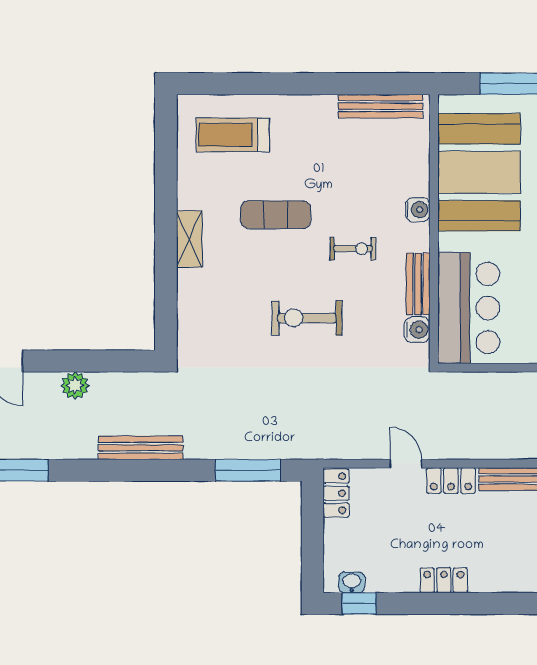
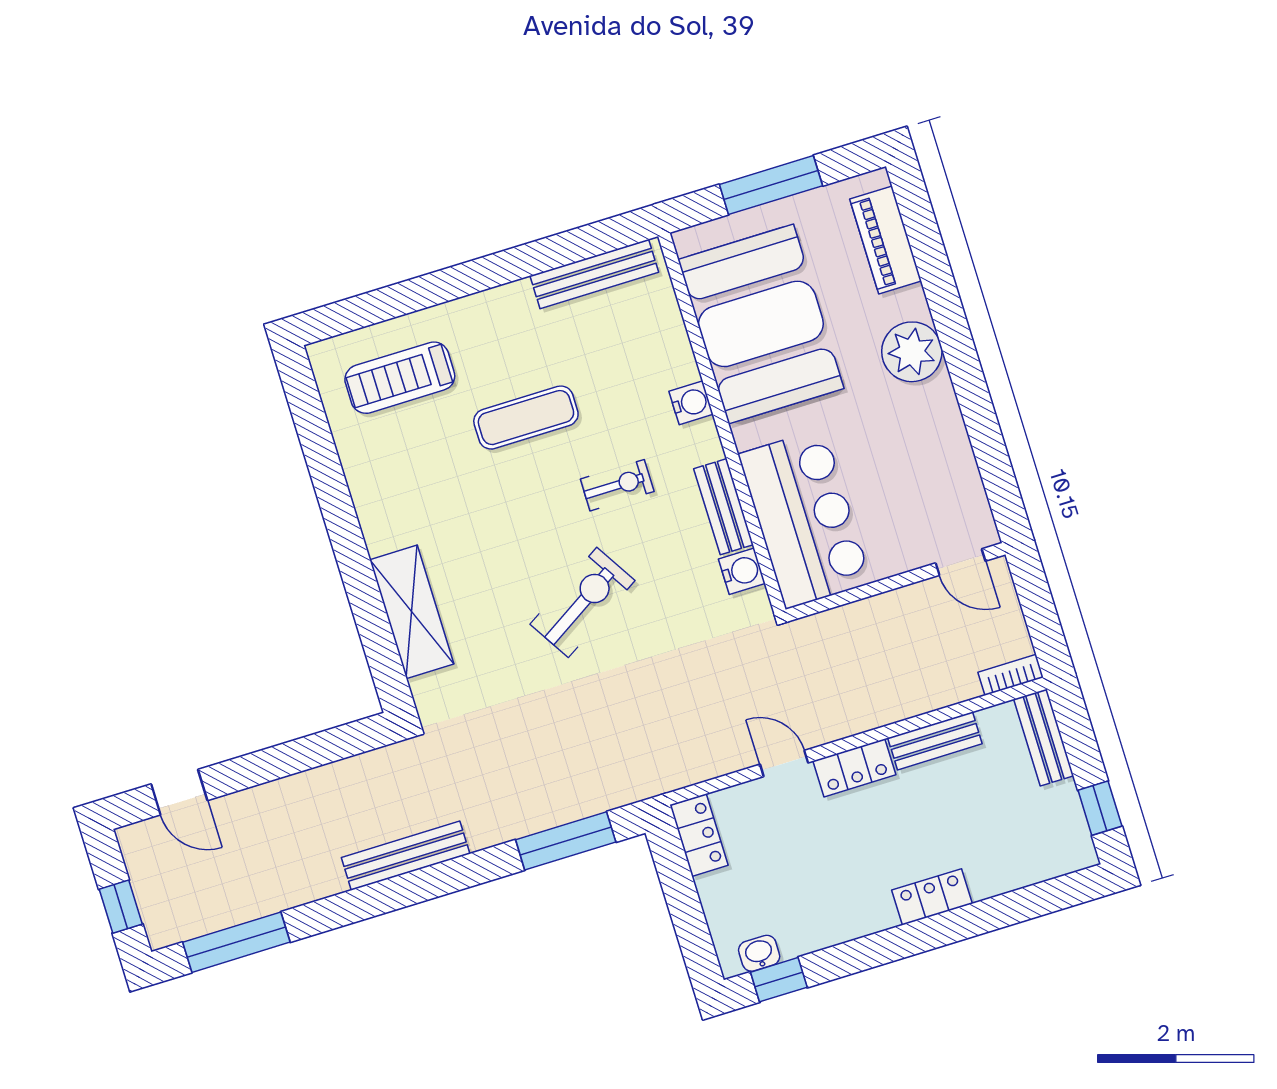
exercise mat: (276, 215) -> (526, 418), moved
shelving: (189, 239) -> (412, 612), moved, width x1.50, depth x1.33
exercise bike: (307, 318) -> (583, 602), turned 148
plant: (75, 385) -> (287, 797), removed
locker: (444, 580) -> (932, 897), moved

